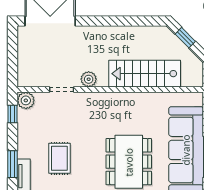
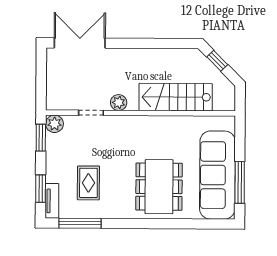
window: (12, 114) -> (41, 138), width x1.50

